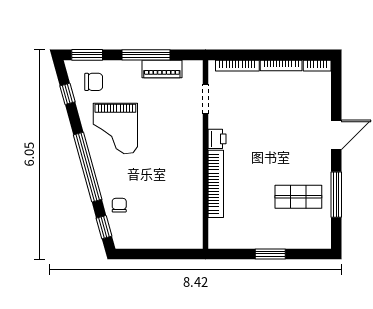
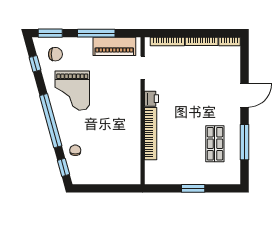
piano: (162, 69) -> (114, 46), width x1.37, depth x1.33
shop shelf: (298, 197) -> (215, 144), turned 90

